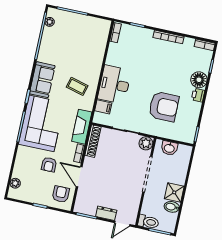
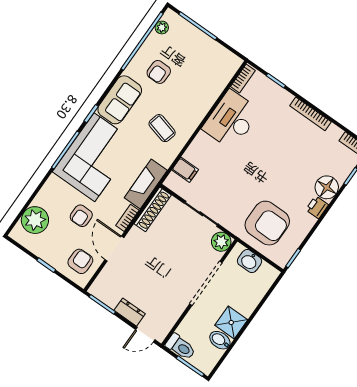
armchair: (60, 51) -> (159, 72), added
desk: (114, 85) -> (231, 120), moved
armchair: (164, 107) -> (267, 223), moved
plant: (15, 183) -> (35, 220), width x1.88, depth x1.88

